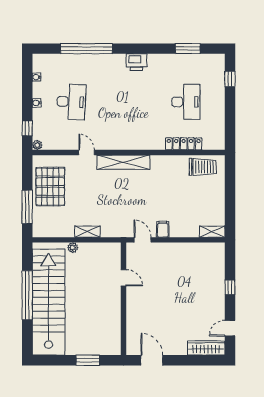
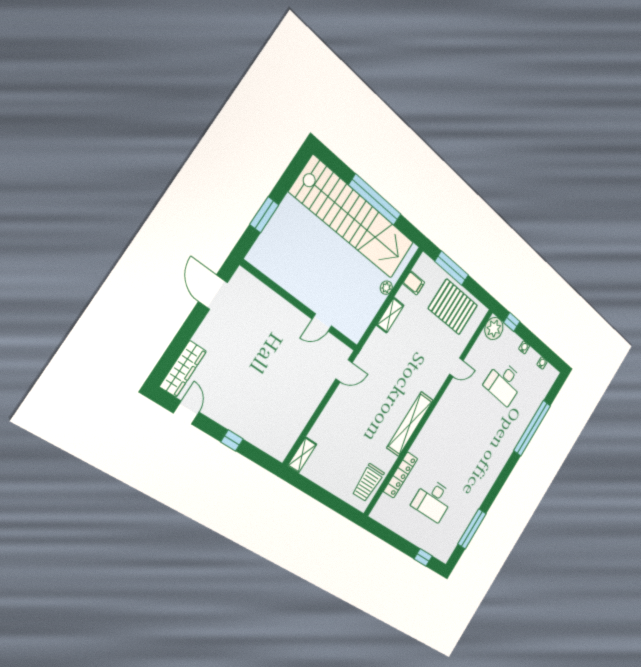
window: (188, 49) -> (472, 529), width x1.44
printer: (137, 62) -> (493, 471), removed
plant: (37, 145) -> (494, 328), width x1.88, depth x1.88
shelving: (123, 162) -> (410, 424), moved
filing cabinet: (163, 229) -> (414, 283), moved
door: (152, 360) -> (213, 292), swing flipped

